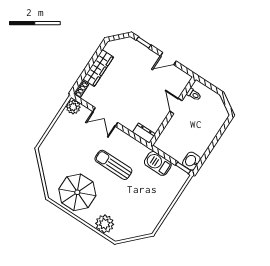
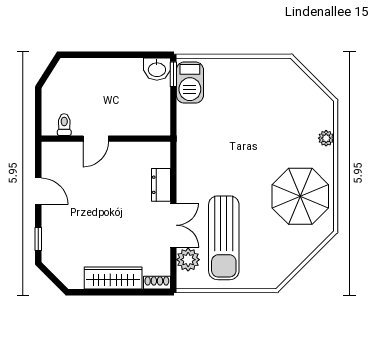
plant: (73, 107) -> (188, 260), moved
dresser: (144, 133) -> (161, 185), moved
barbecue: (158, 163) -> (190, 83), moved
sun lounger: (113, 165) -> (224, 238), moved, width x1.36, depth x1.34
plant: (105, 224) -> (326, 138), width x0.53, depth x0.53

